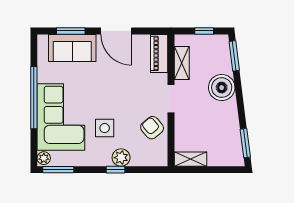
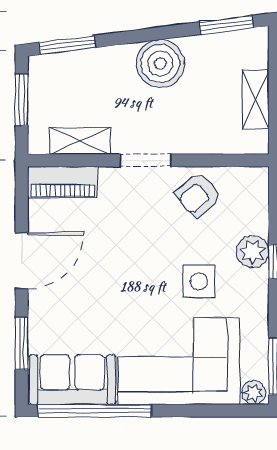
window: (204, 31) -> (22, 100), width x1.50
sofa: (72, 48) -> (72, 380), moved, turned -90
boiler: (222, 88) -> (160, 63), moved
window: (34, 98) -> (94, 411), moved
shelving: (190, 159) -> (255, 100), moved

